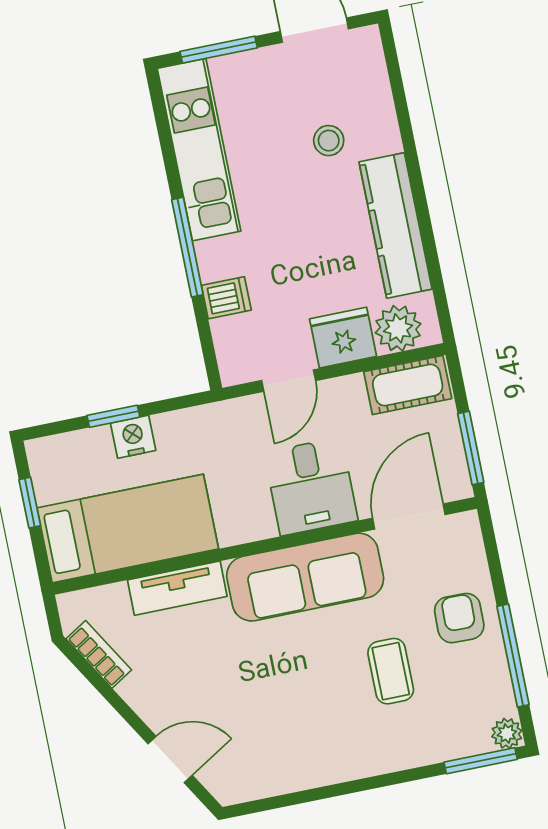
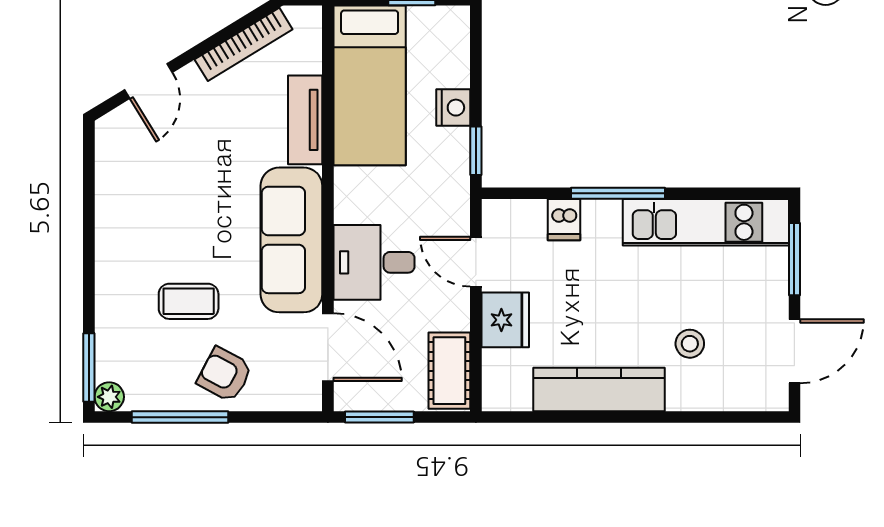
plant: (398, 328) -> (503, 372), removed
window: (113, 416) -> (476, 151), moved
armchair: (459, 618) -> (225, 375), turned -153
bookcase: (99, 654) -> (244, 44), width x1.56

